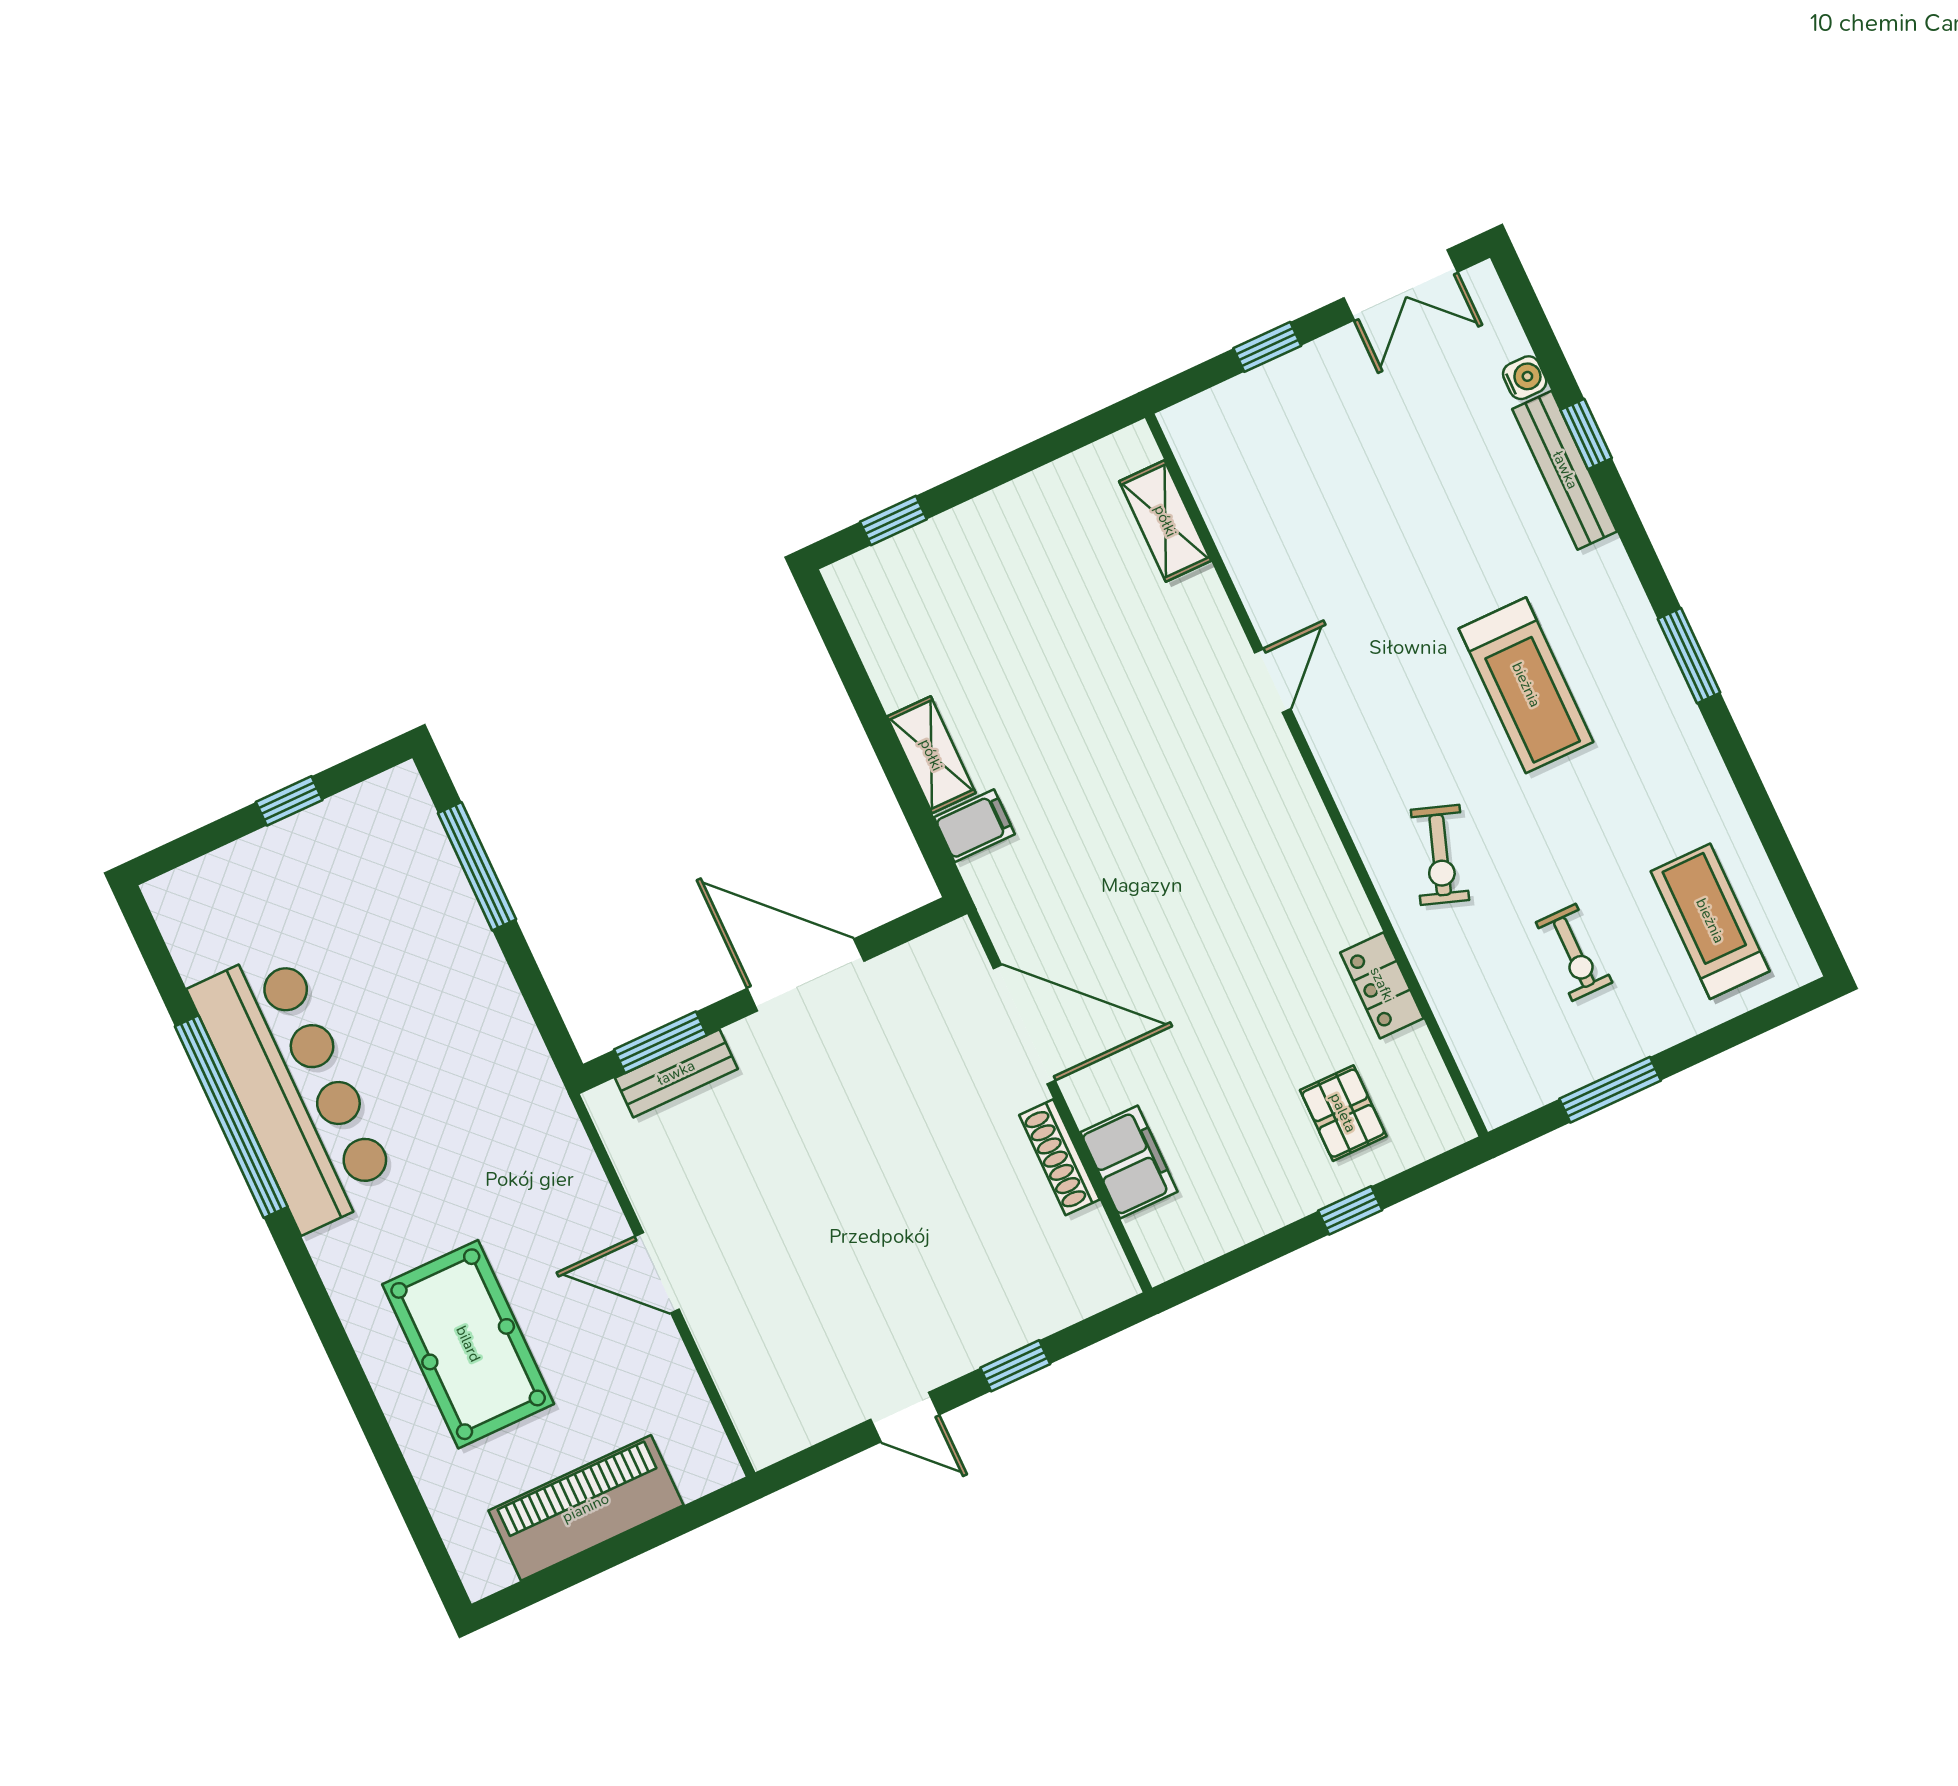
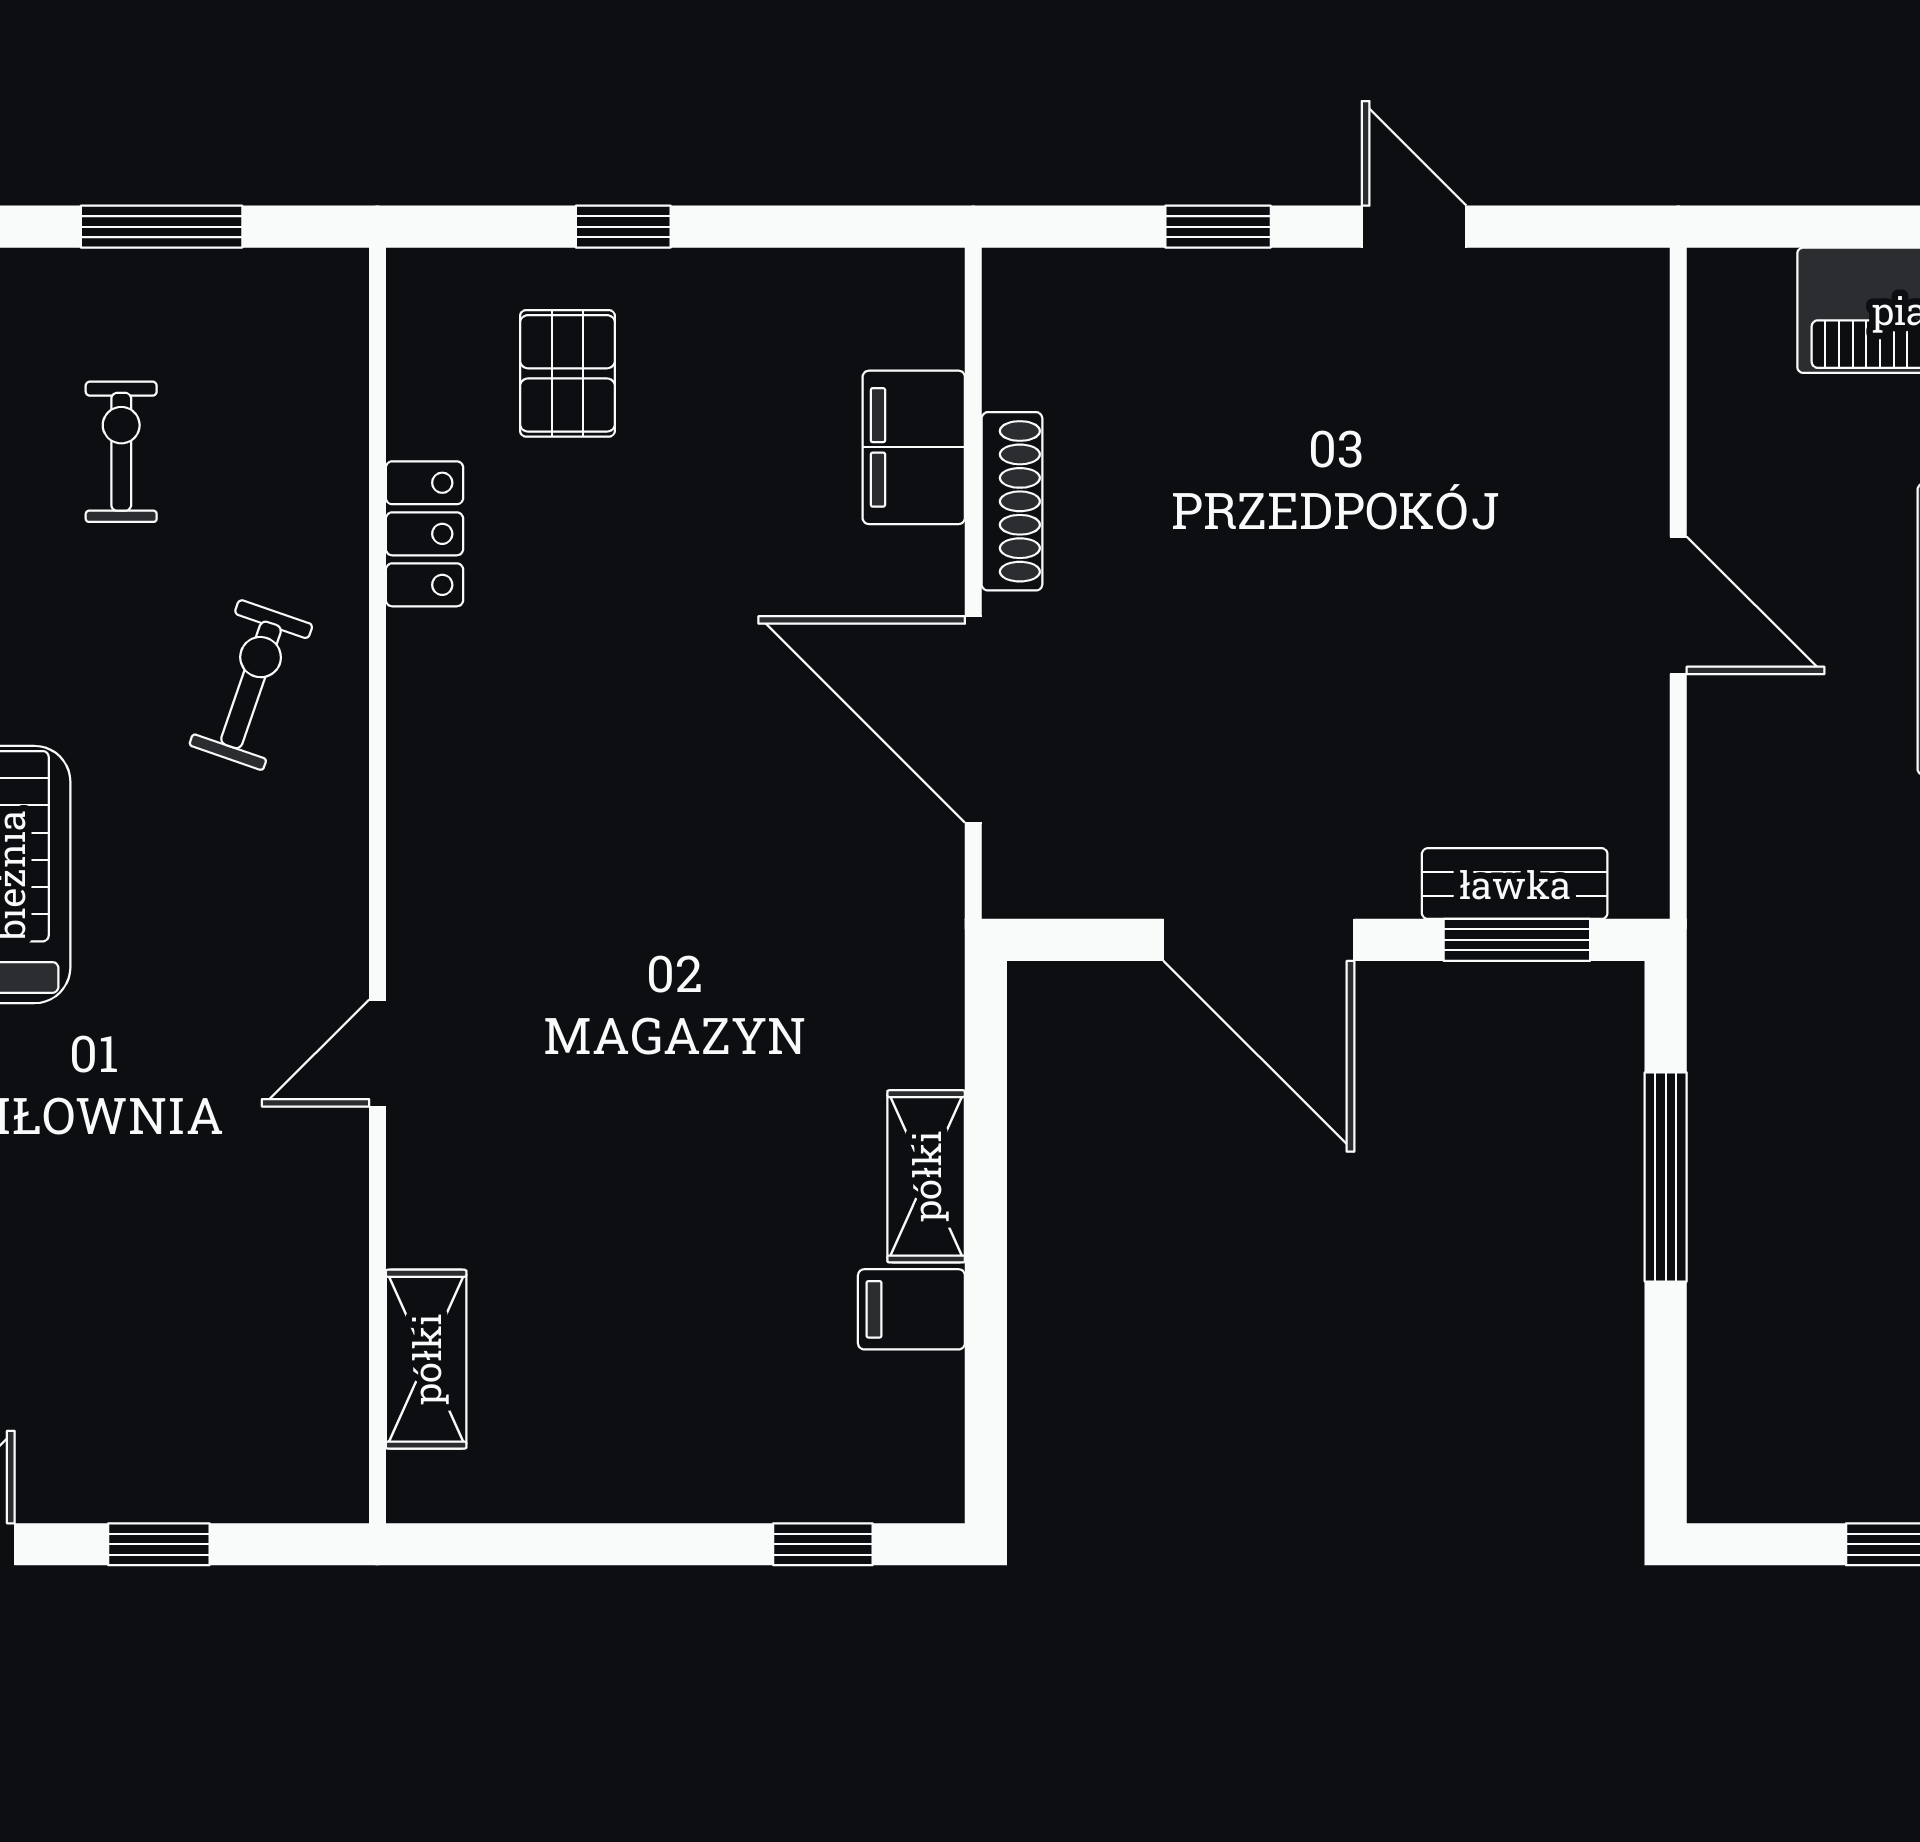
filing cabinet: (974, 826) -> (911, 1309), moved
window: (477, 866) -> (1666, 1177), moved

